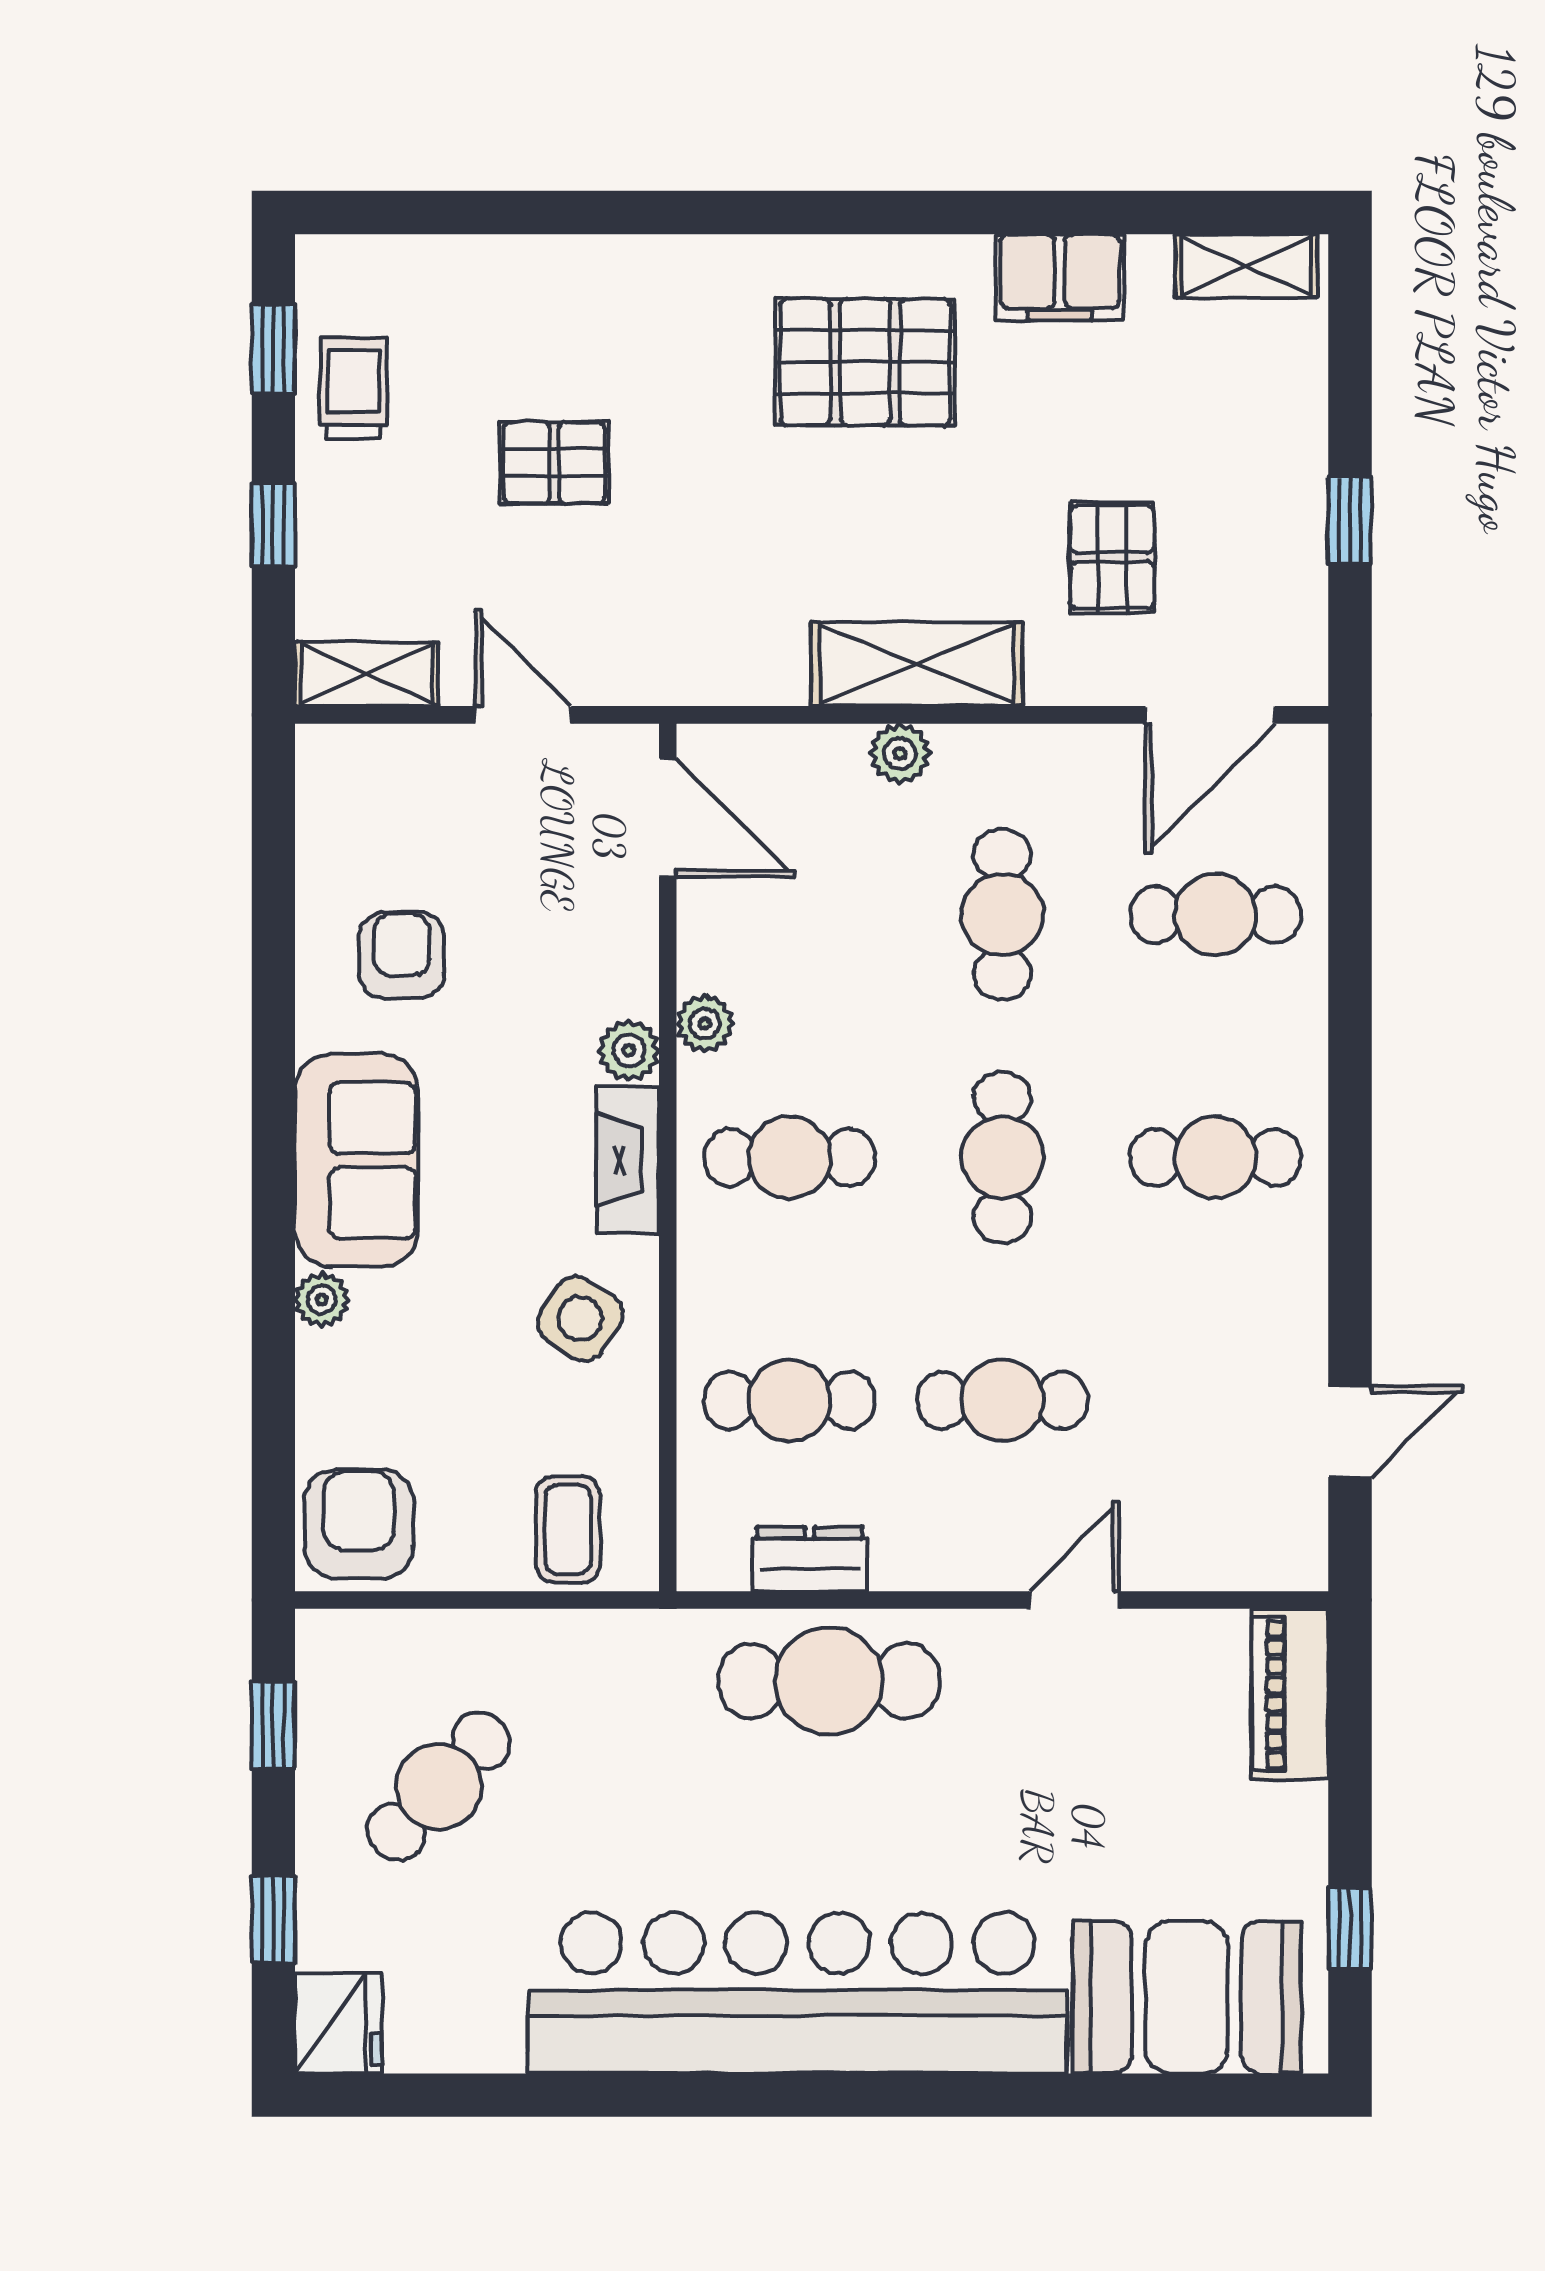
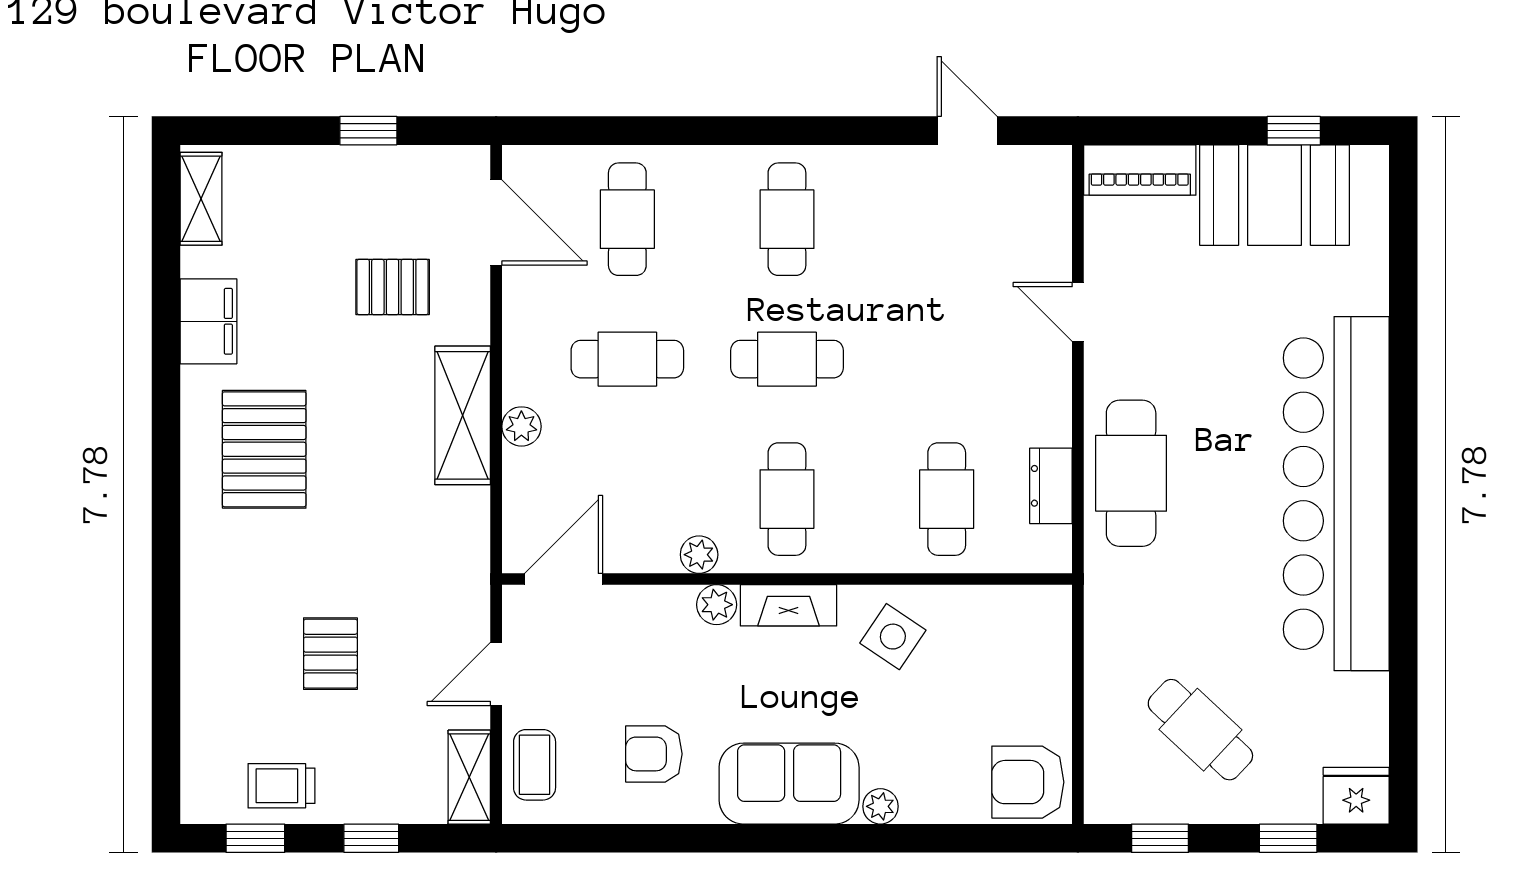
cafe table: (1002, 1400) -> (947, 359), removed
coffee table: (568, 1529) -> (535, 765), moved, turned 90
booth: (1187, 1997) -> (1275, 195), moved, turned 90

